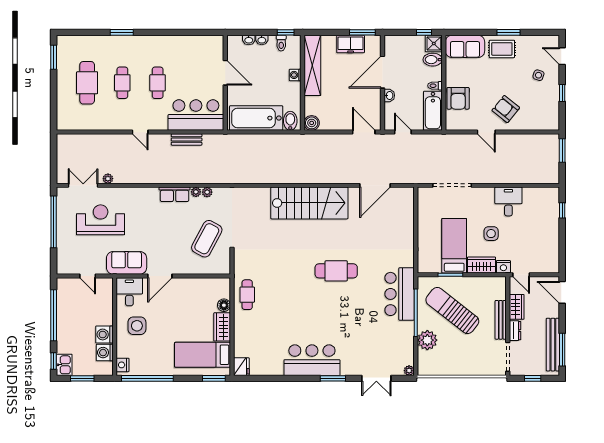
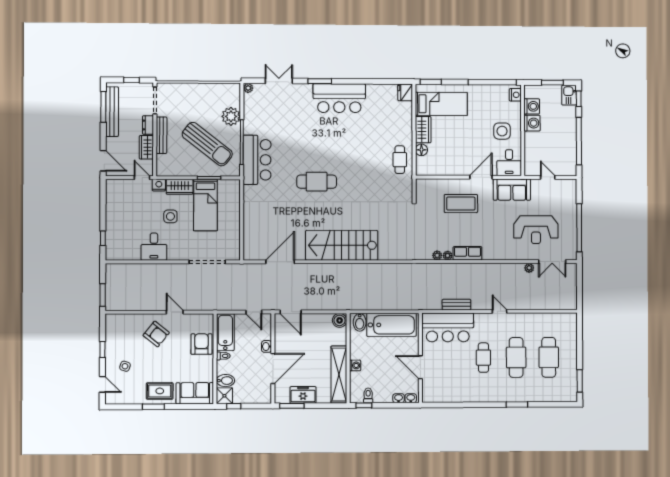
washbasin: (262, 40) -> (411, 398), moved
cafe table: (122, 83) -> (516, 357), width x1.37, depth x1.35
coffee table: (207, 239) -> (461, 204), moved, turned 62

